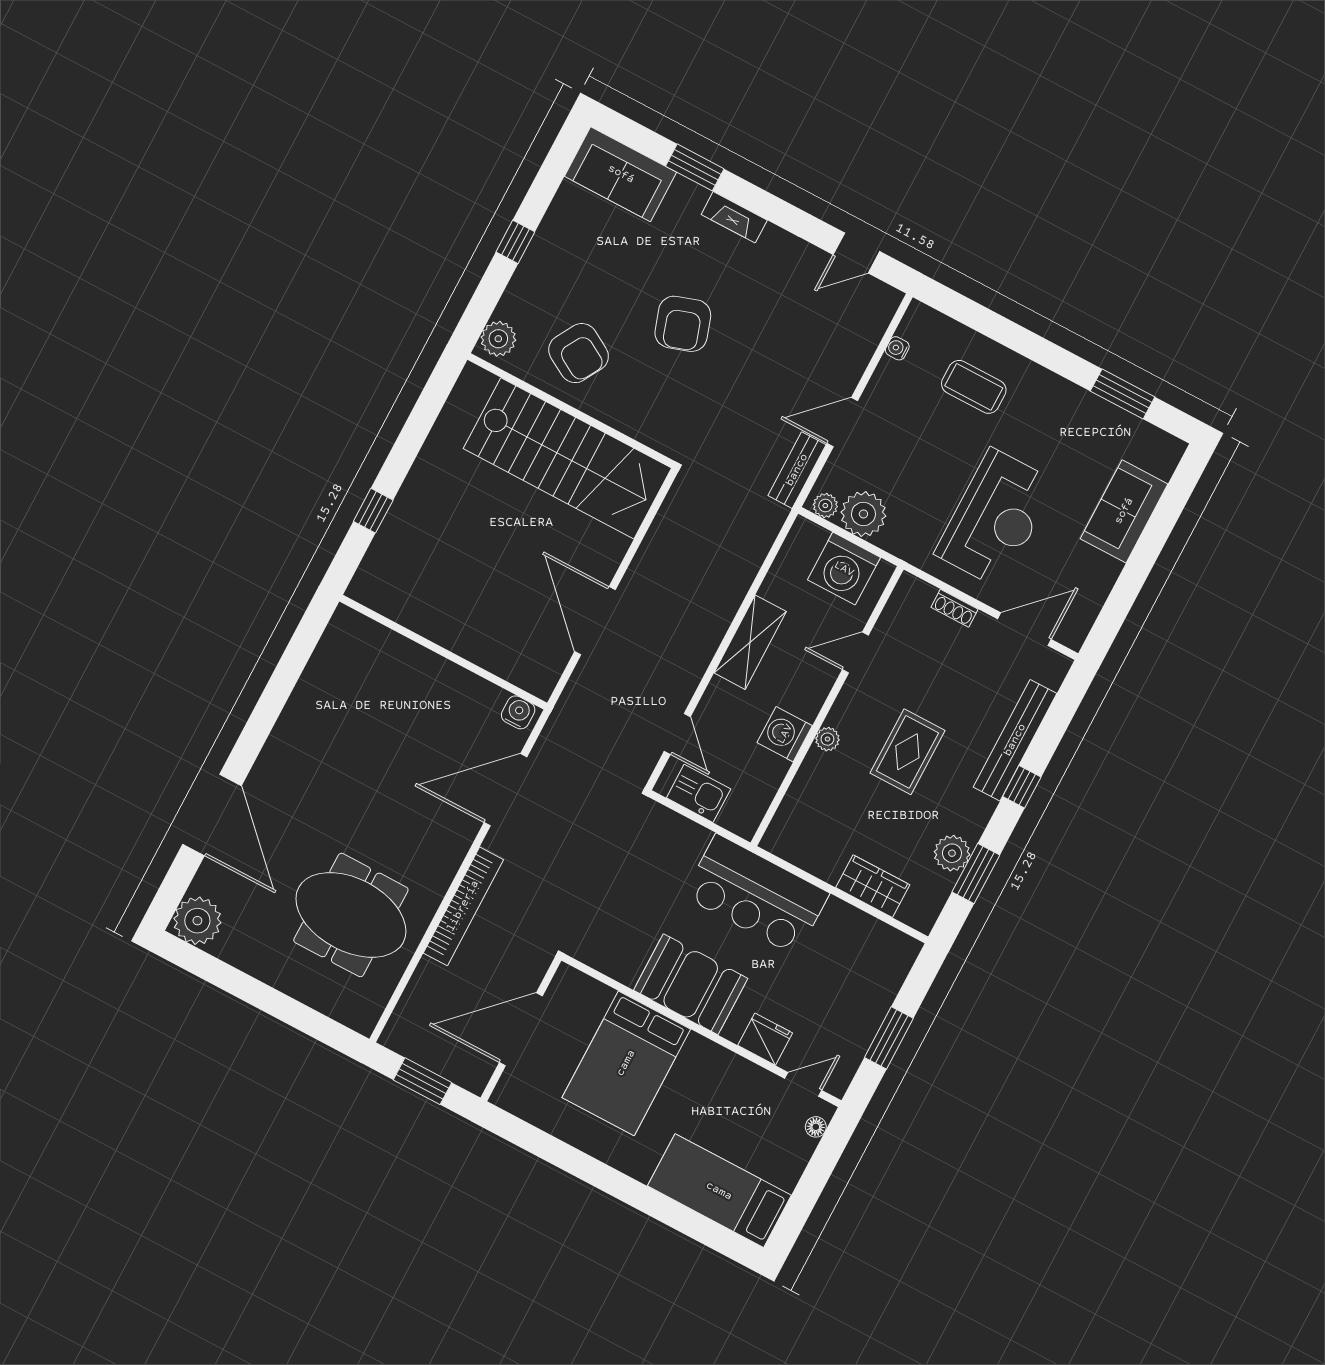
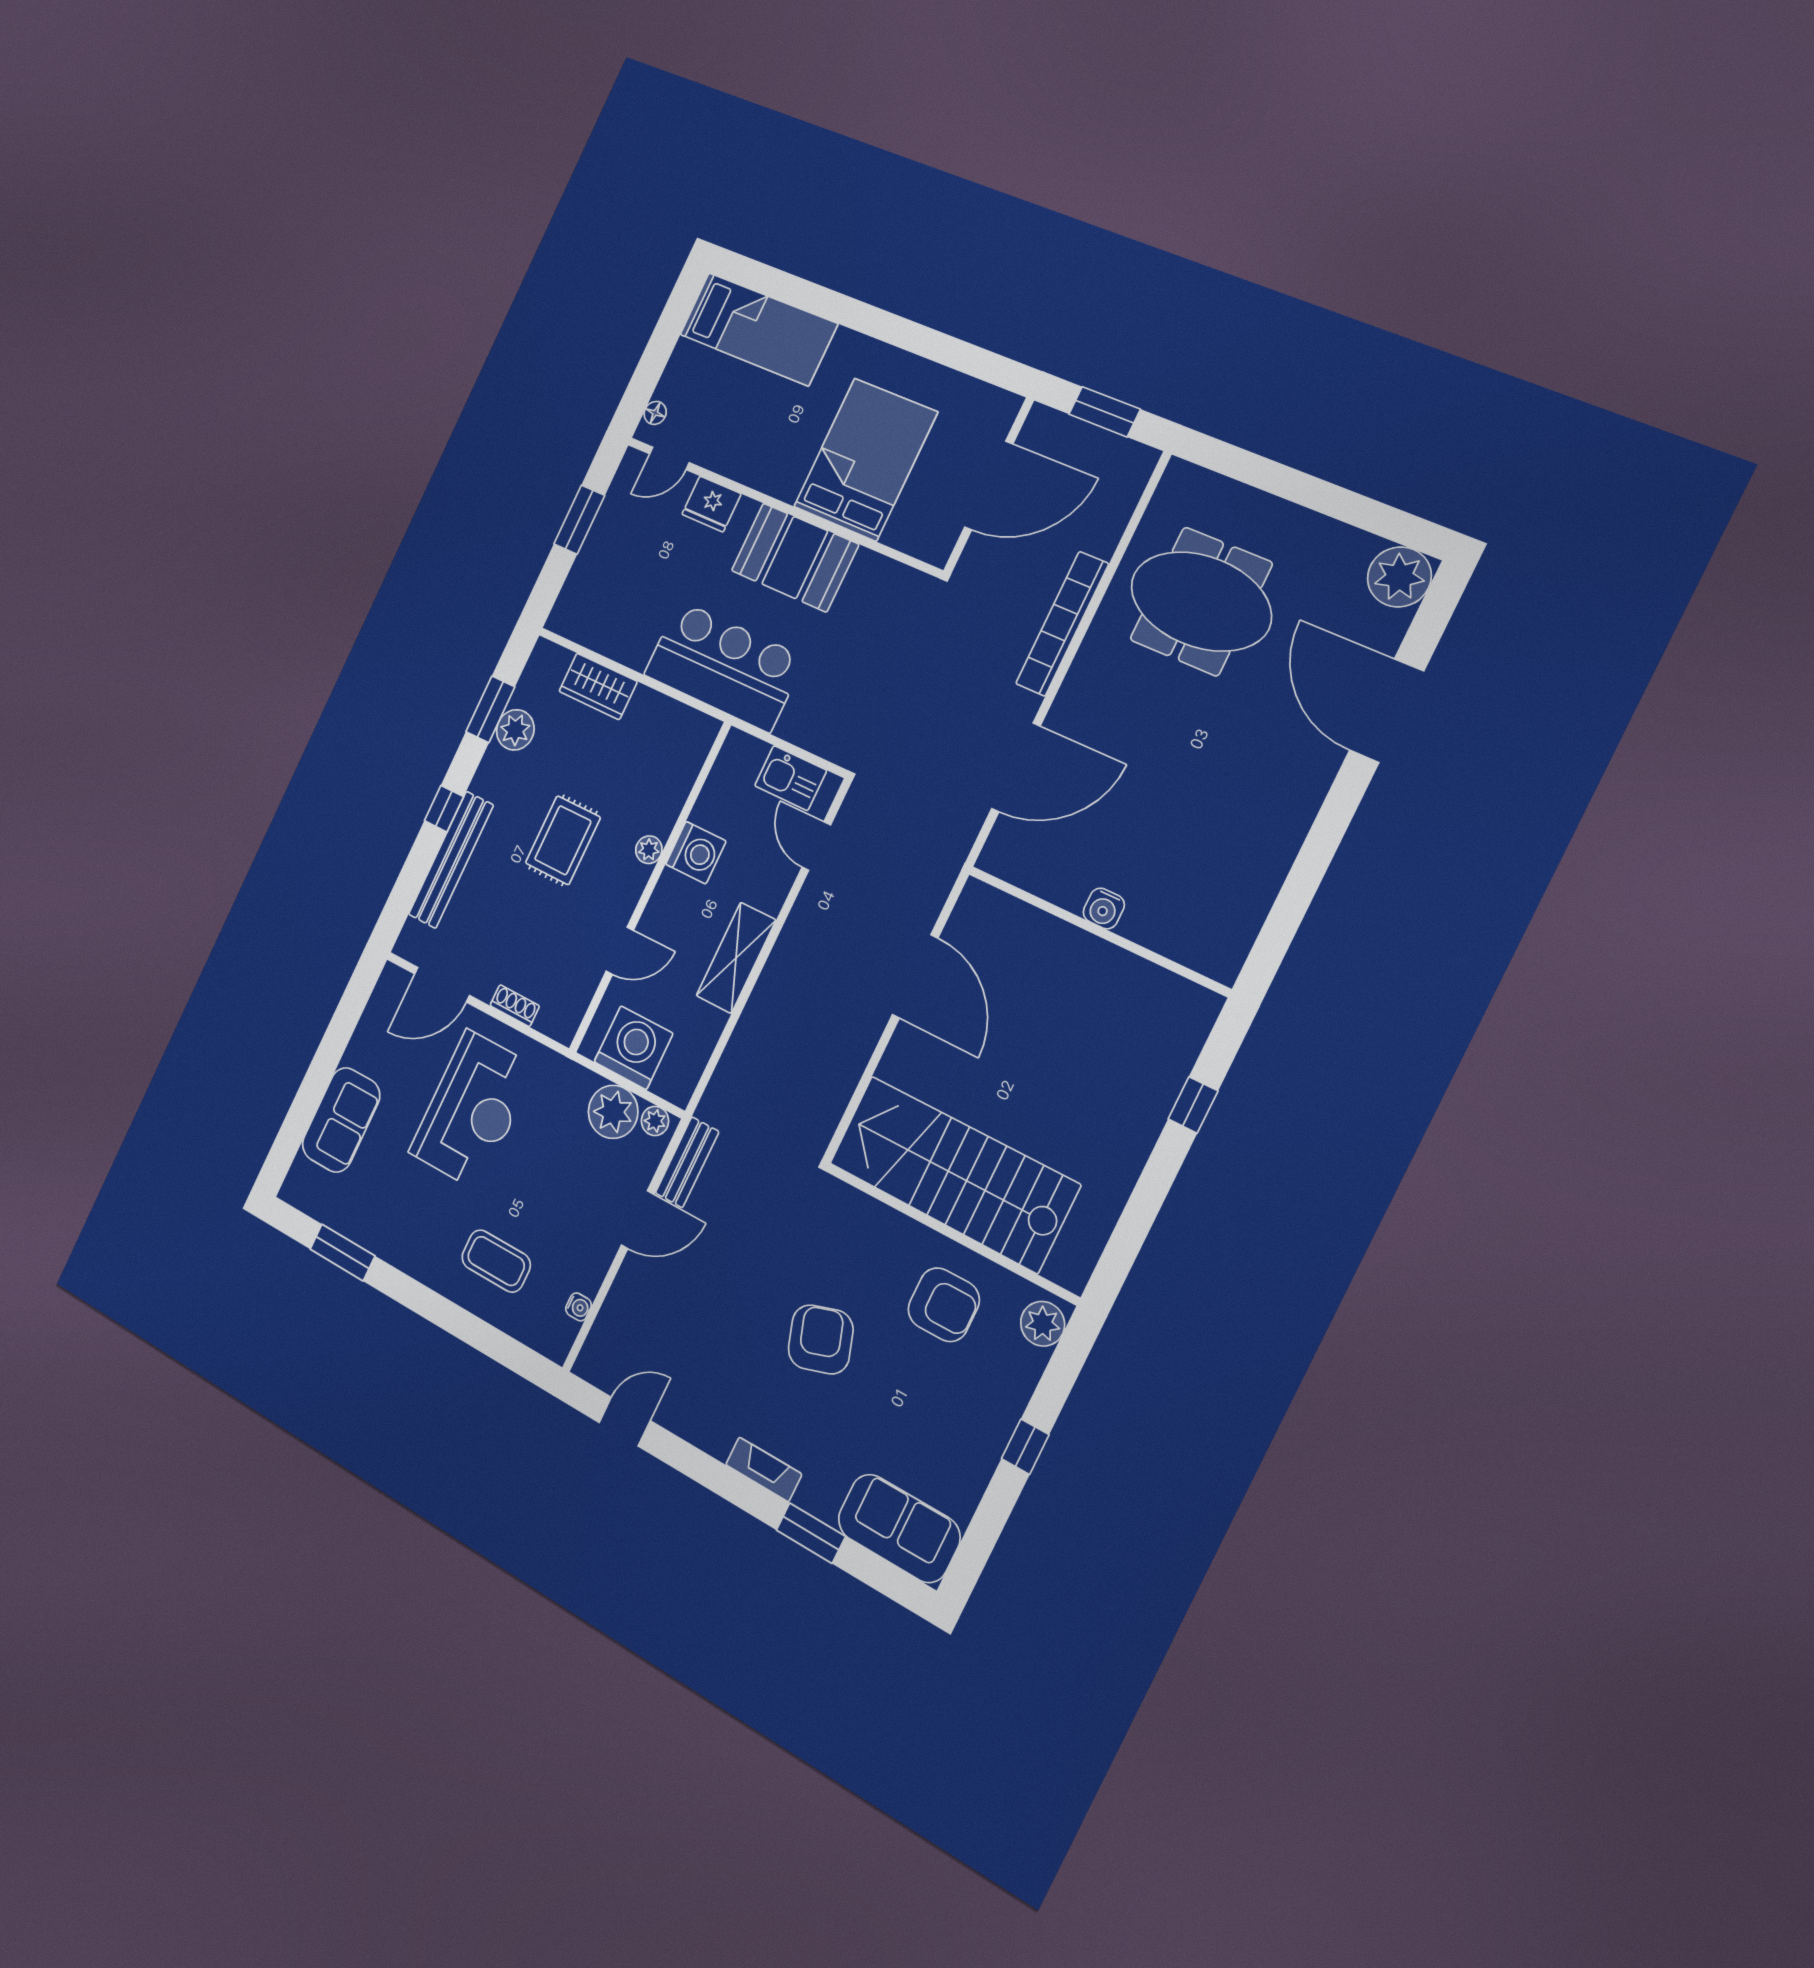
armchair: (579, 353) -> (944, 1305), turned 150
reception desk: (996, 518) -> (472, 1110), turned 180
water cooler: (518, 712) -> (1104, 909), moved

